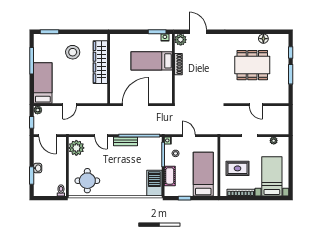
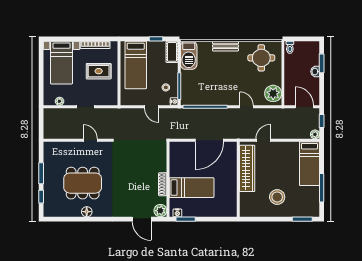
floor lamp: (263, 39) -> (87, 212), moved
wardrobe: (100, 62) -> (247, 168), moved
door: (70, 105) -> (263, 140), moved
door: (256, 105) -> (90, 140), moved
bench: (126, 141) -> (225, 46), moved
cot: (170, 176) -> (172, 52), moved

